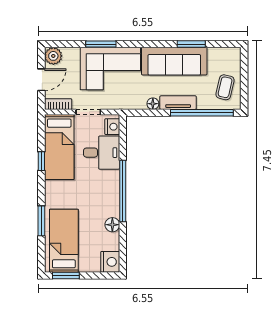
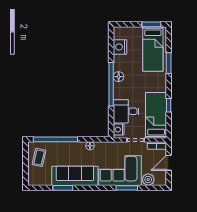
plant: (53, 56) -> (148, 180), moved
tv unit: (178, 103) -> (72, 147), removed
floor lamp: (112, 225) -> (119, 77), moved
nightstand: (110, 262) -> (120, 47), moved

